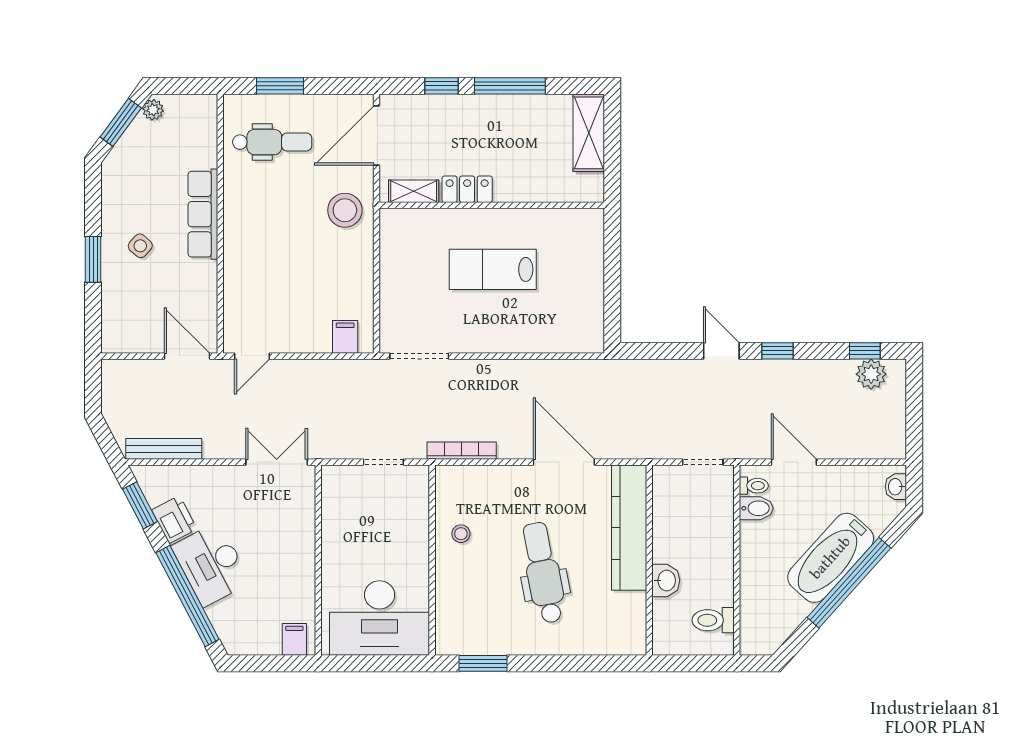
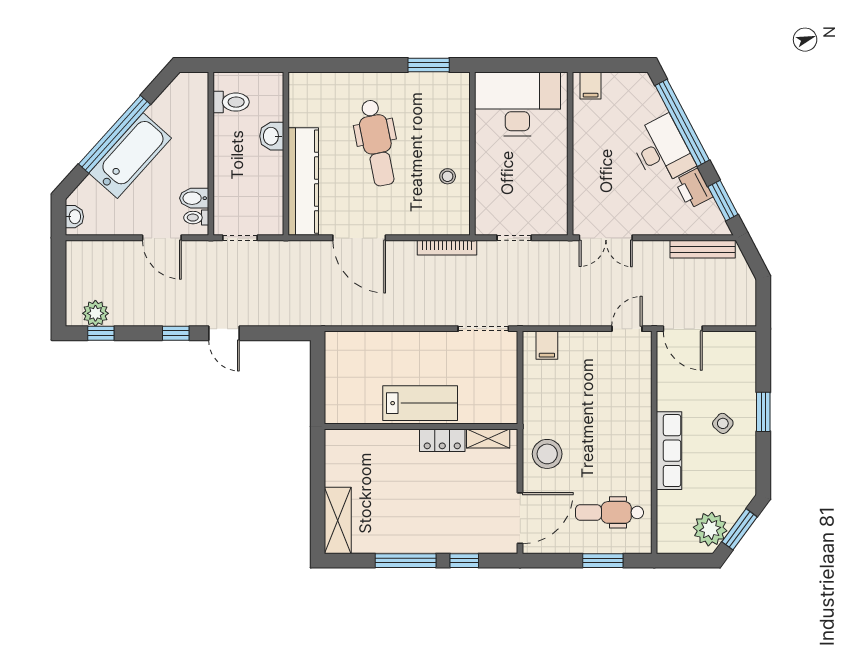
plant: (153, 110) -> (710, 529), width x1.88, depth x1.88
locker: (467, 189) -> (442, 440), moved
shelving: (414, 191) -> (488, 438), moved
wall: (492, 205) -> (421, 426), moved

